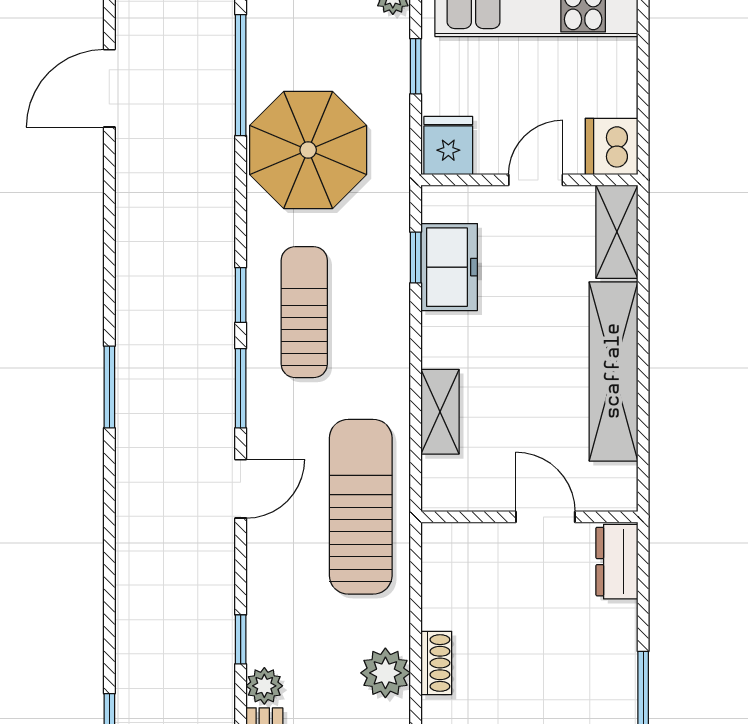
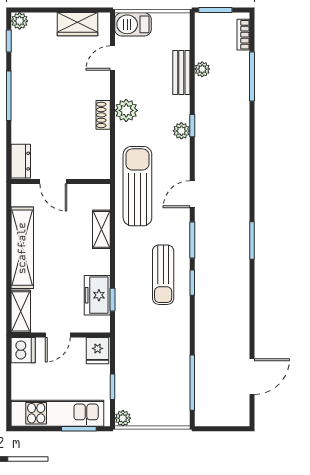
parasol: (308, 150) -> (161, 349), removed
sun lounger: (361, 507) -> (137, 186), turned 180
plant: (264, 686) -> (181, 131), moved

